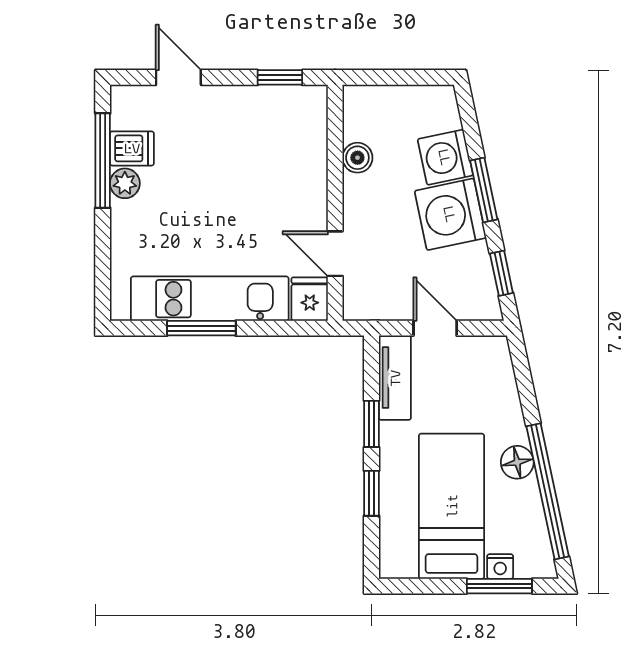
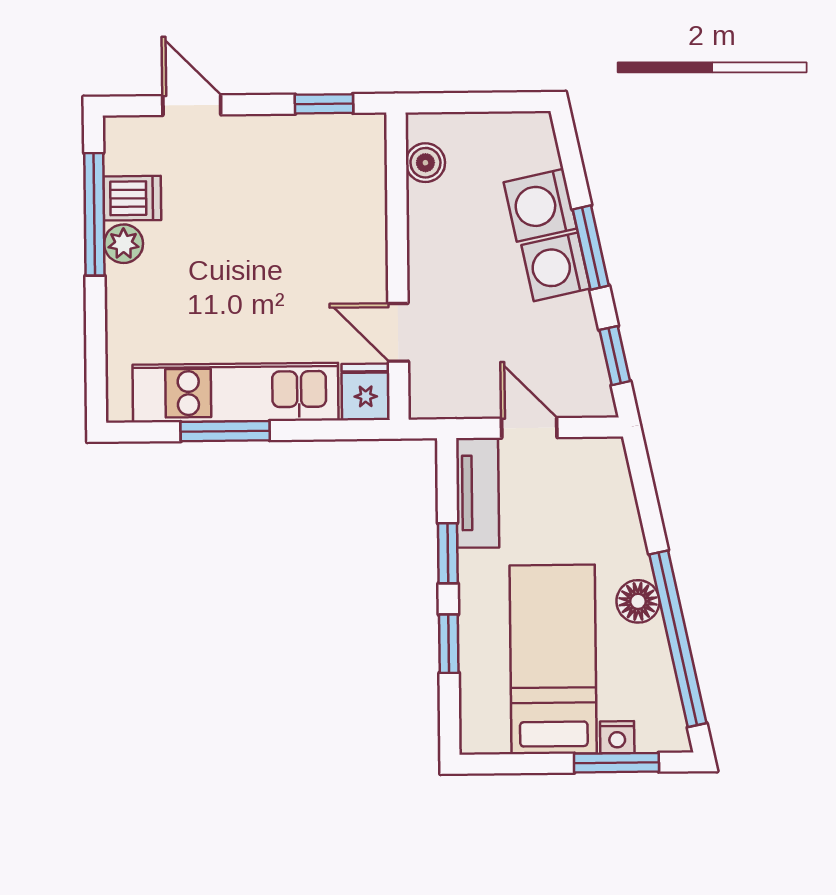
boiler: (357, 158) -> (425, 163), moved
washing machine: (450, 214) -> (556, 267), width x0.73, depth x0.73

